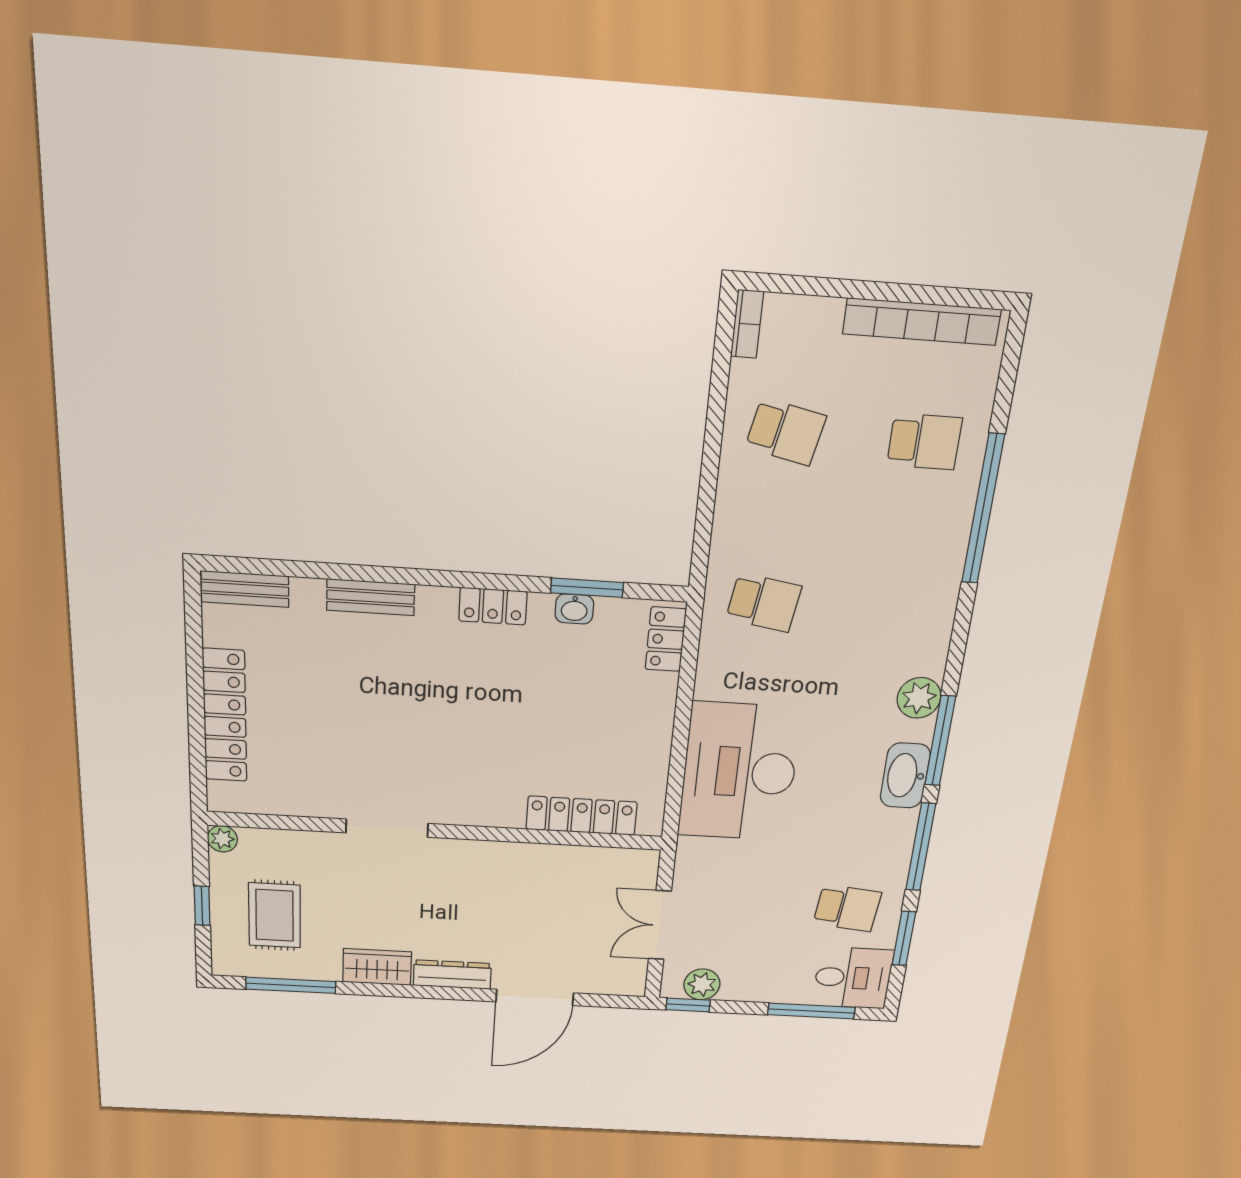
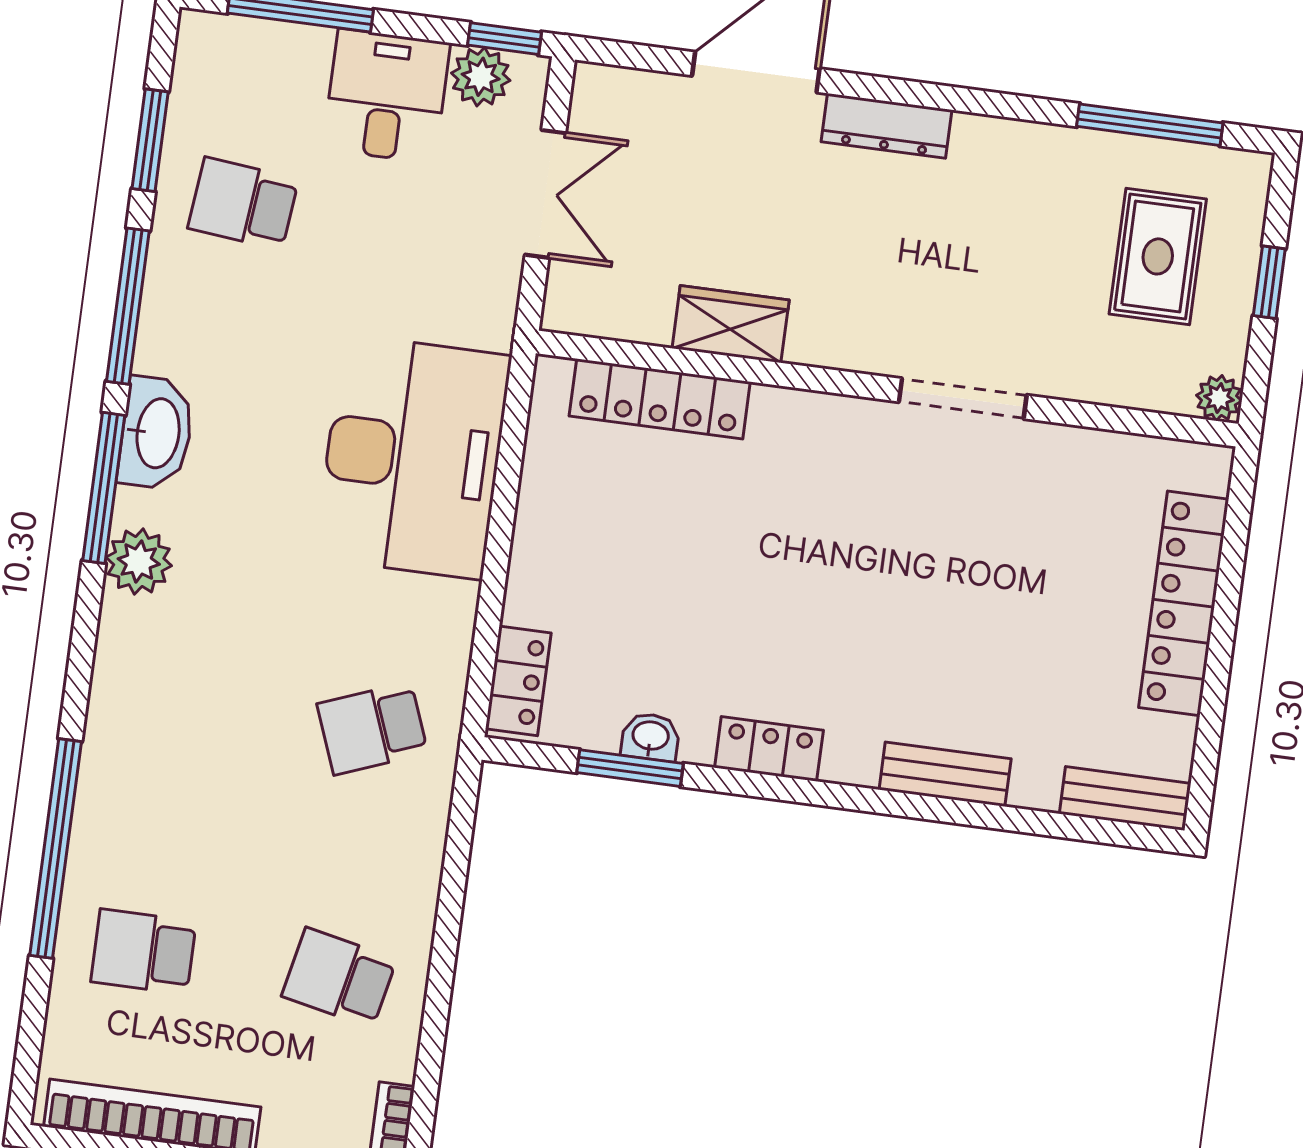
school desk: (764, 603) -> (372, 728), turned -30
wardrobe: (377, 967) -> (731, 324), moved, turned 180
desk: (853, 978) -> (386, 96), moved, turned 90

